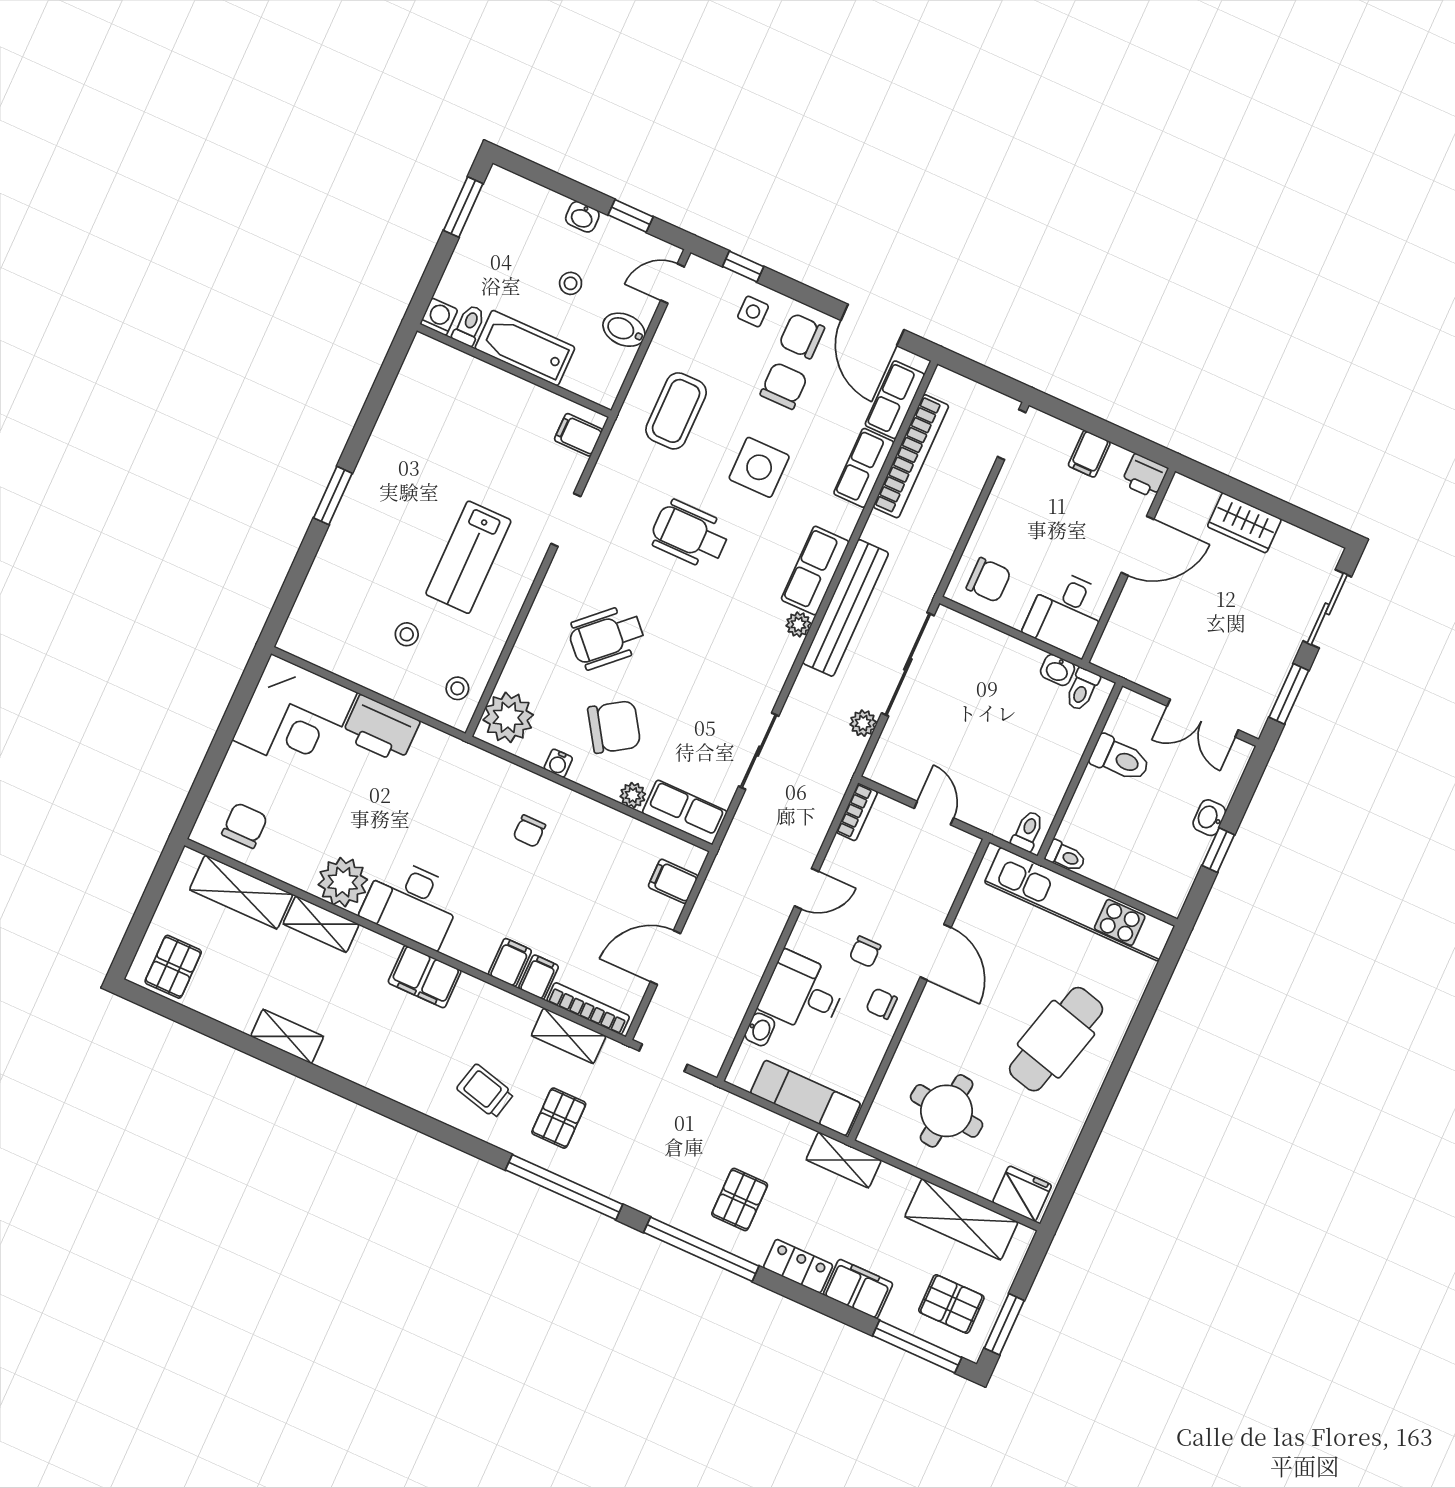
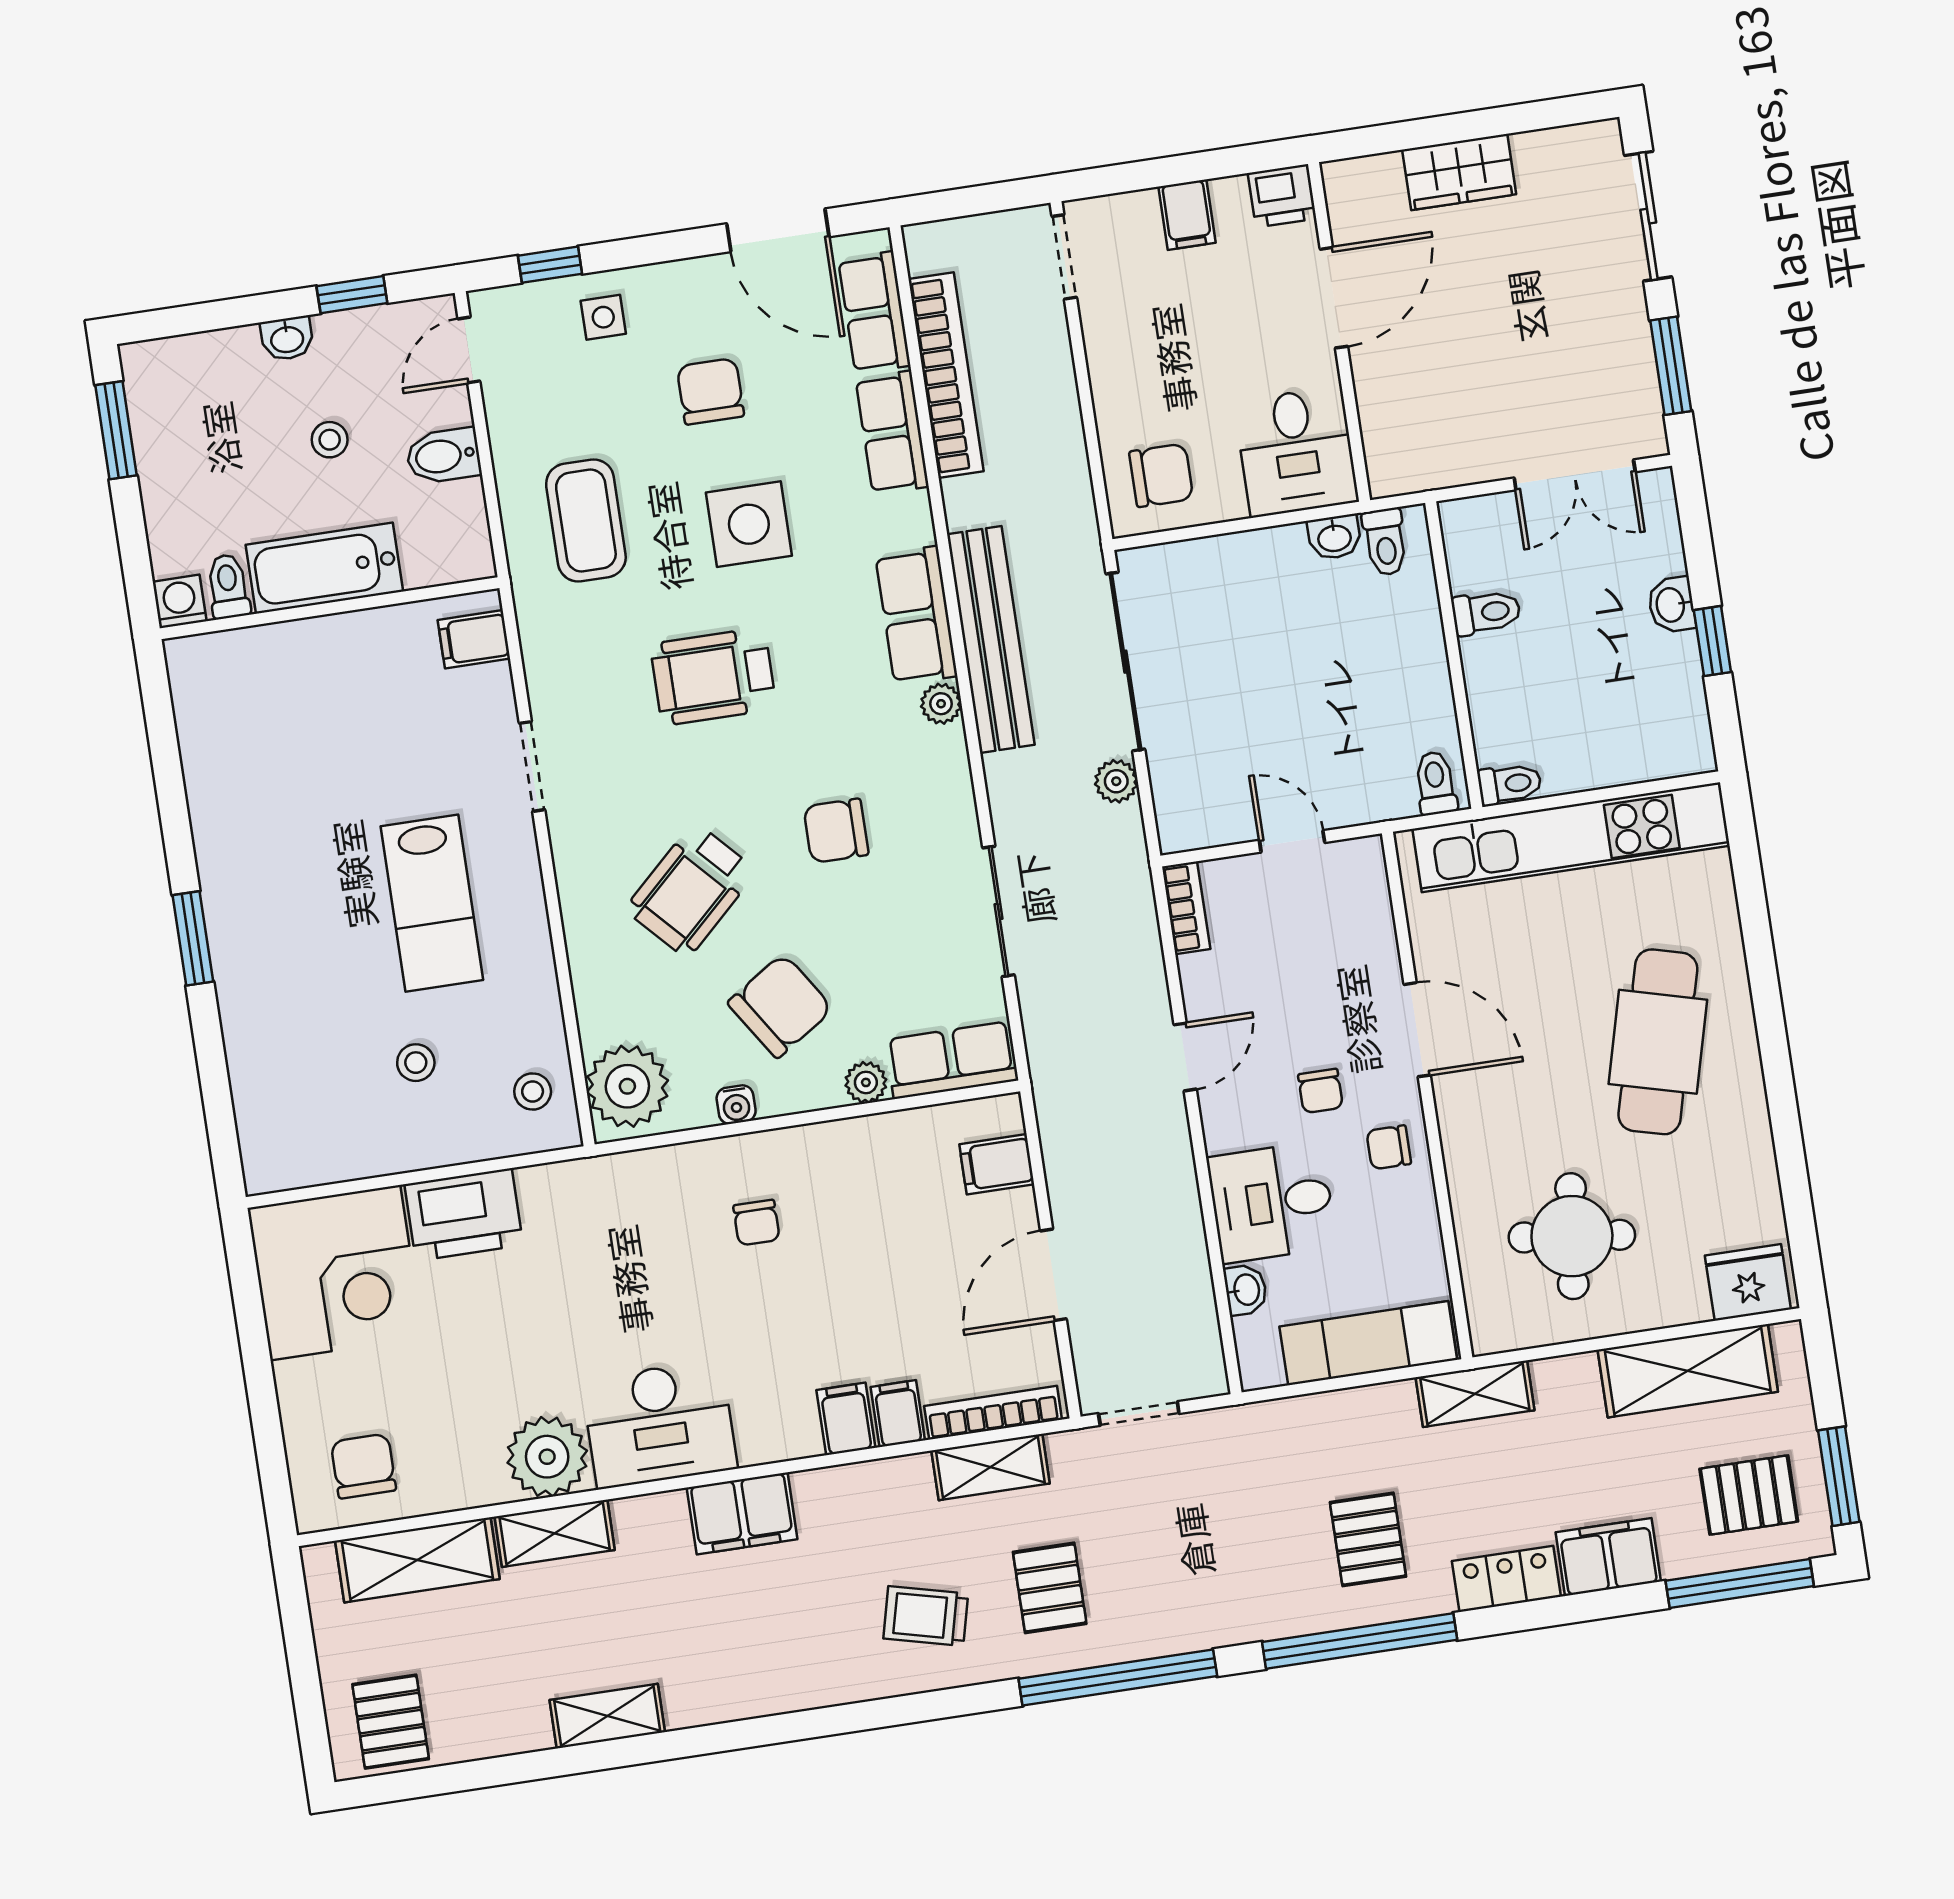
chair: (802, 336) -> (836, 831), moved
toilet: (1120, 759) -> (1486, 612), width x0.73, depth x0.72

